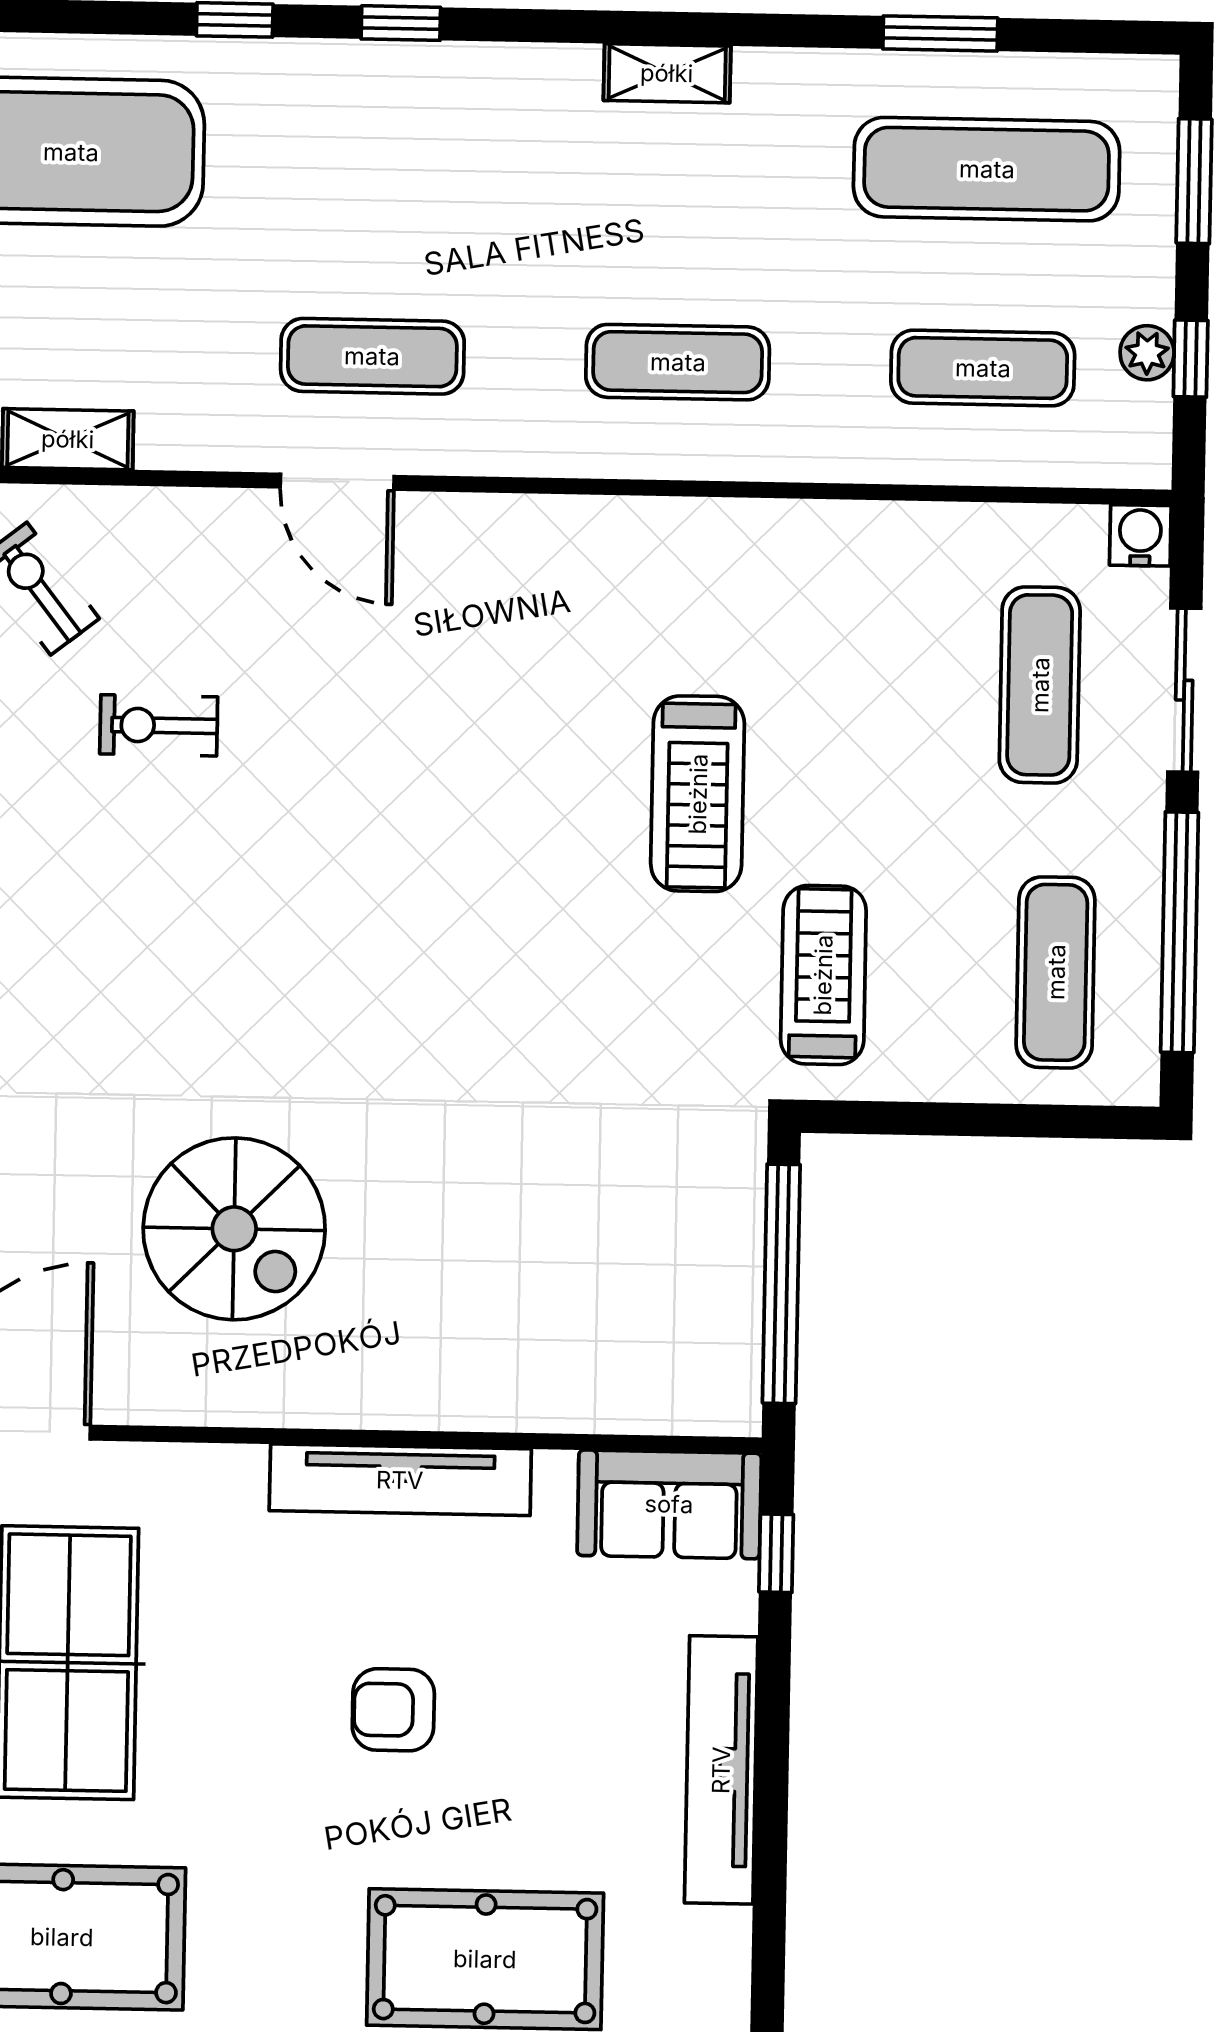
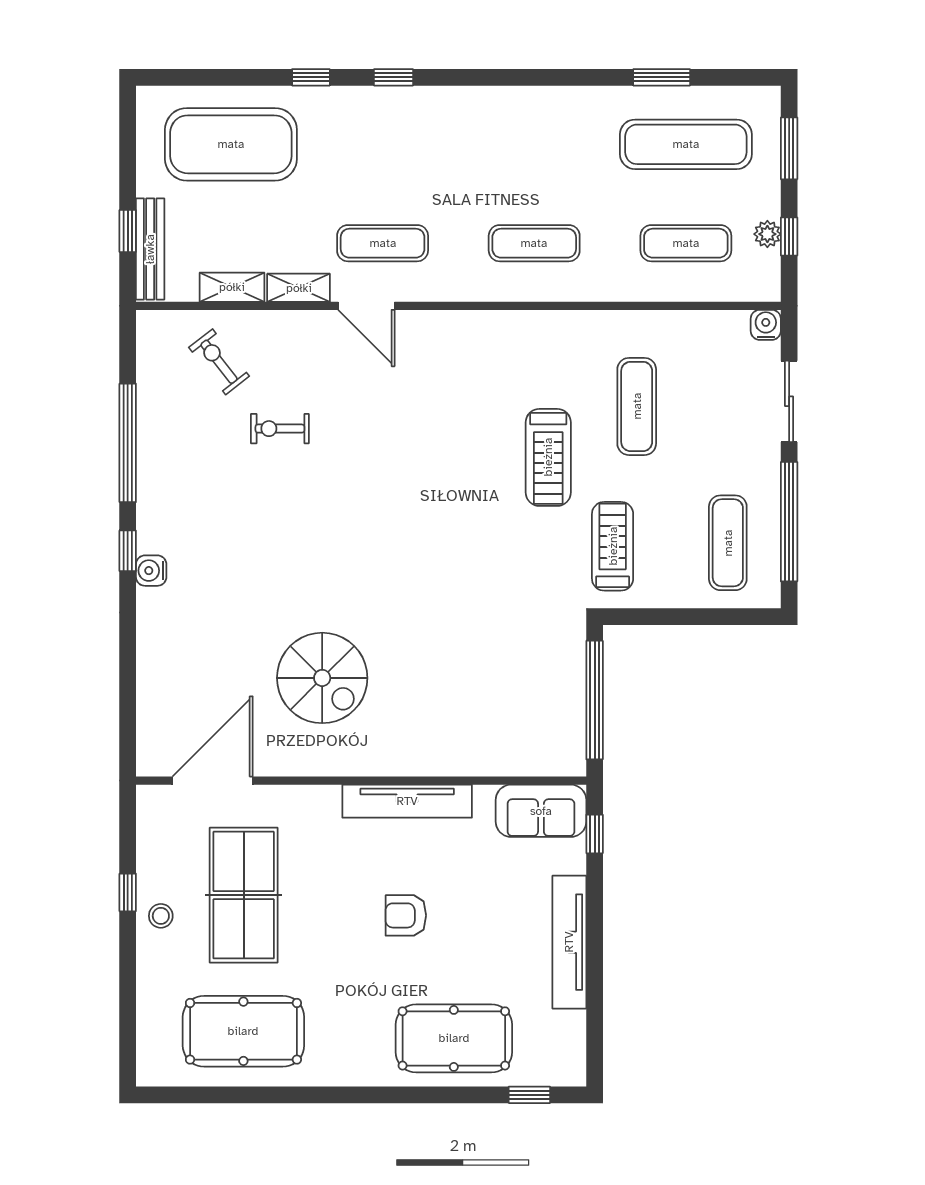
shelving: (667, 73) -> (299, 288), moved
exercise mat: (1040, 685) -> (637, 406), moved

